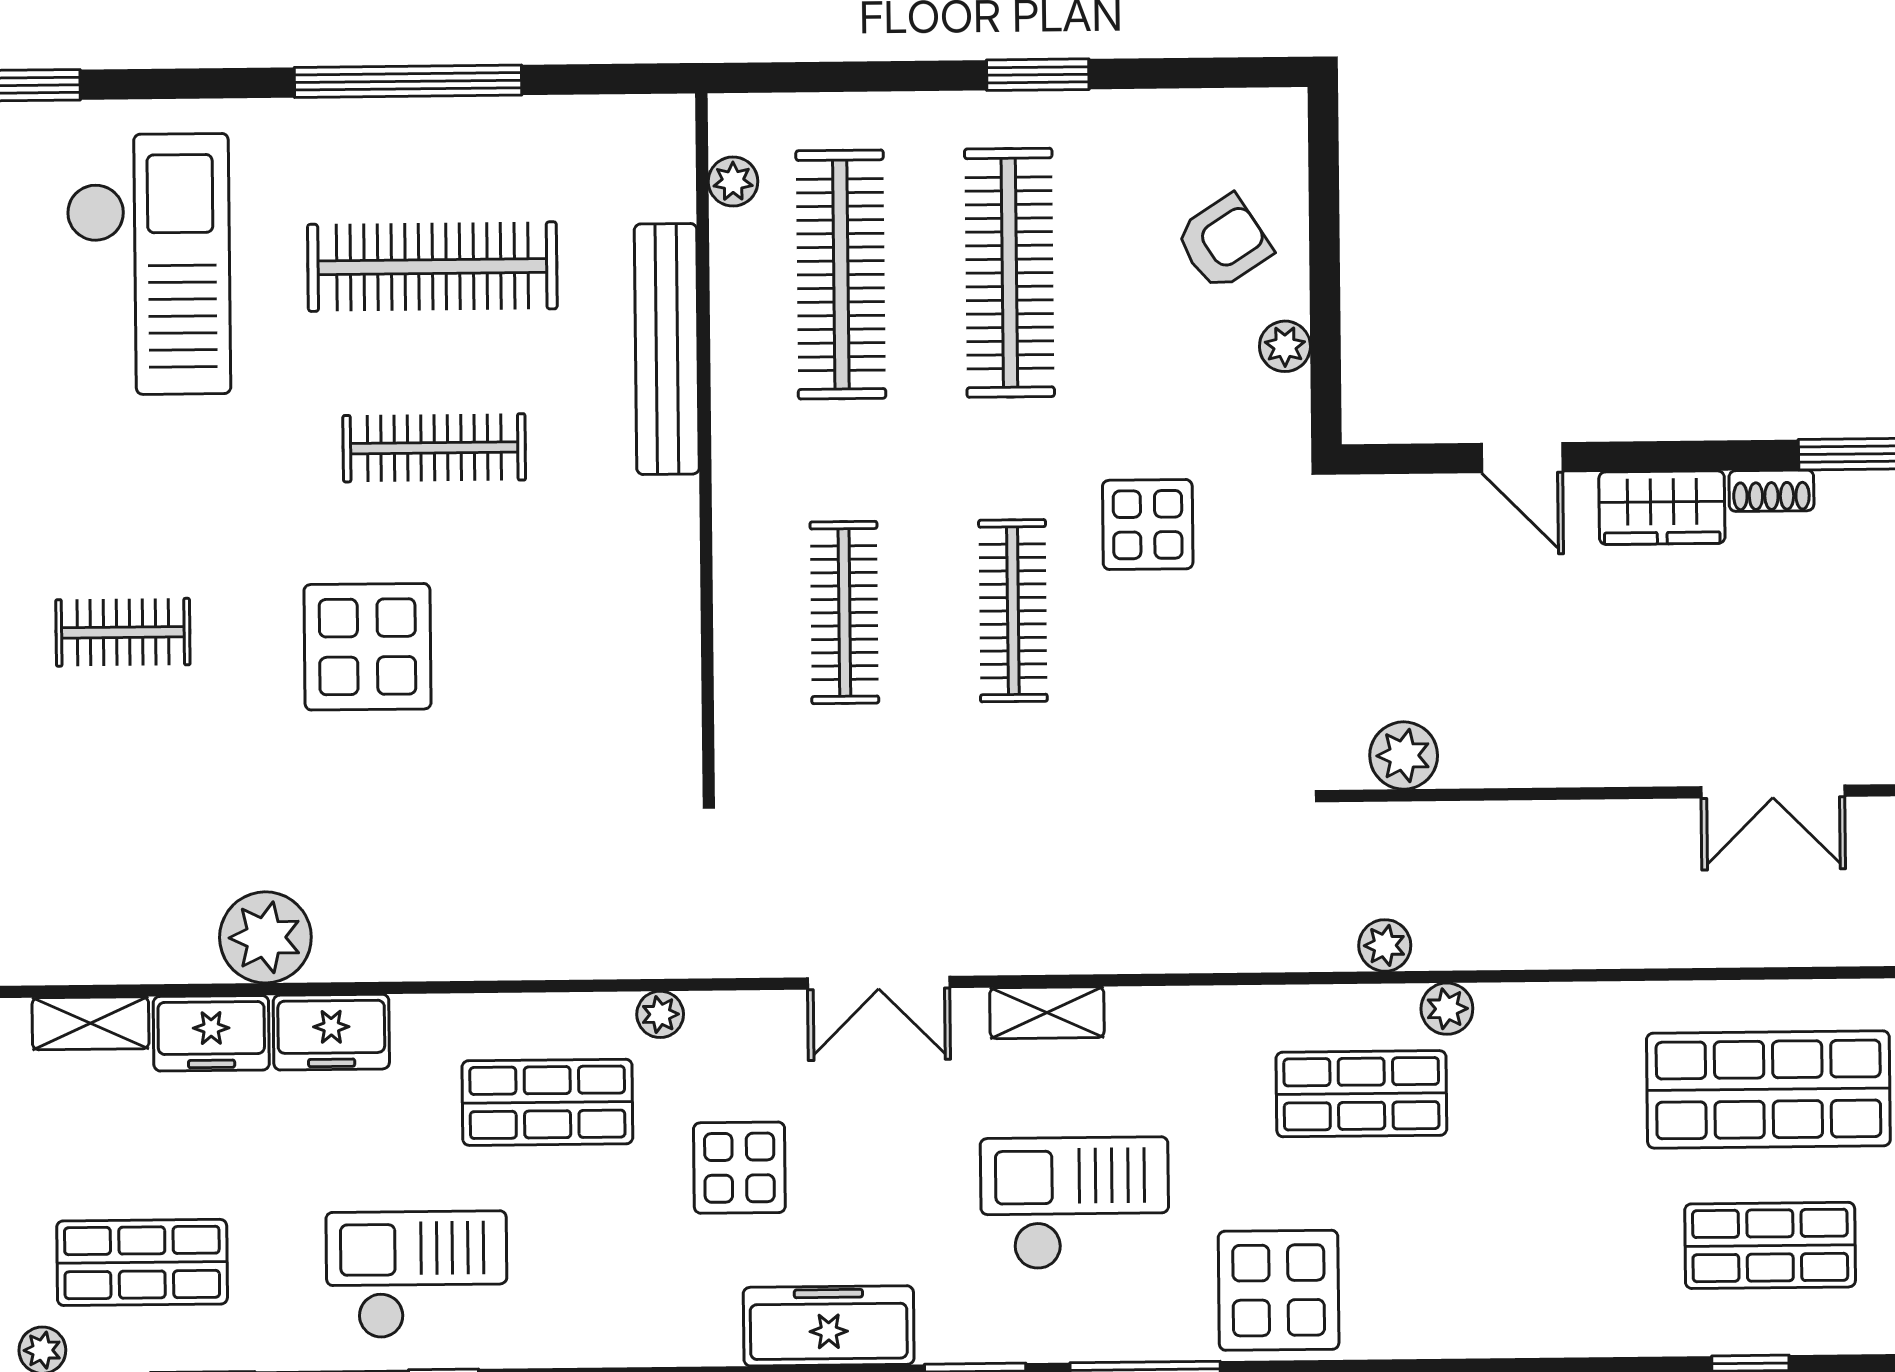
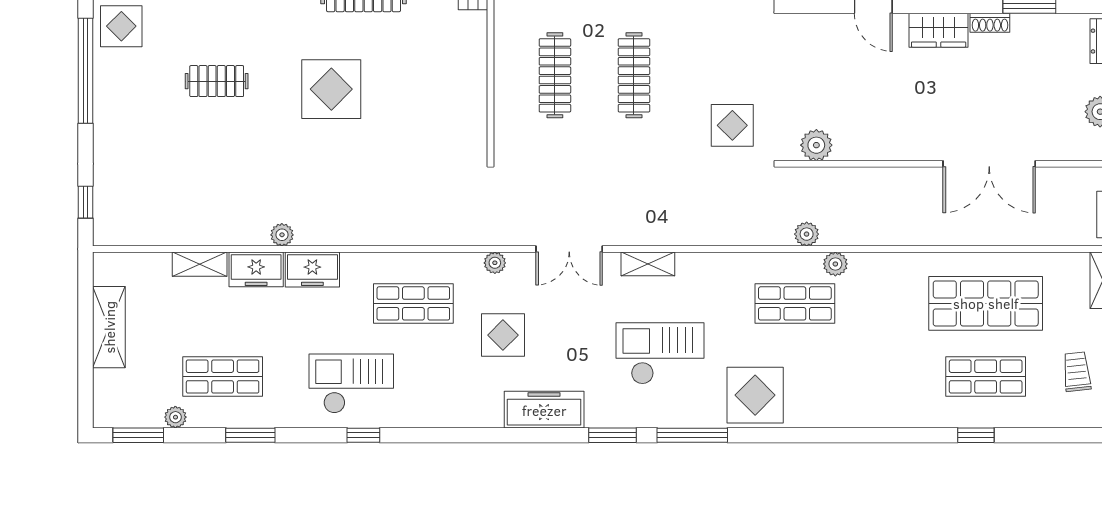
display table: (1148, 525) -> (732, 125), moved
double door: (1773, 791) -> (989, 164), width x1.37
plant: (265, 937) -> (282, 235), width x0.53, depth x0.53
plant: (660, 1014) -> (495, 263), moved

